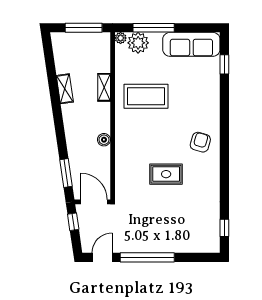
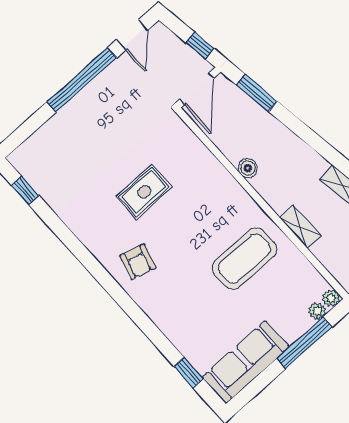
plant: (138, 43) -> (317, 311), width x0.53, depth x0.53
door: (94, 202) -> (197, 89), hinge flipped

